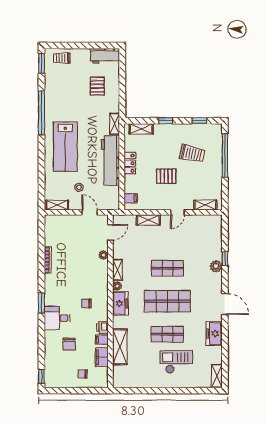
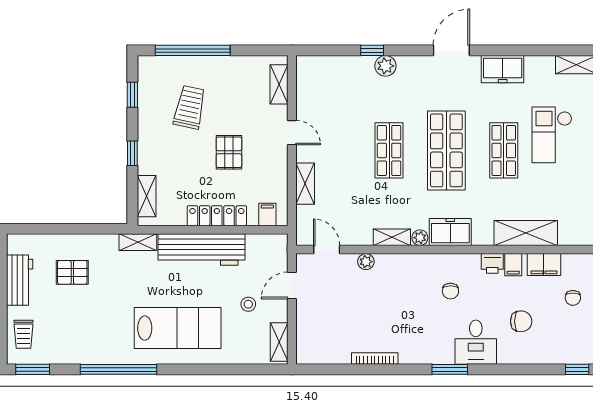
workbench: (105, 56) -> (20, 280), moved
locker: (130, 163) -> (217, 216), width x1.53

